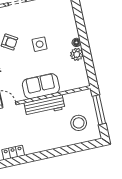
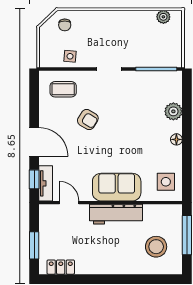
side table: (40, 44) -> (166, 182), moved
plant: (77, 54) -> (173, 111), moved

